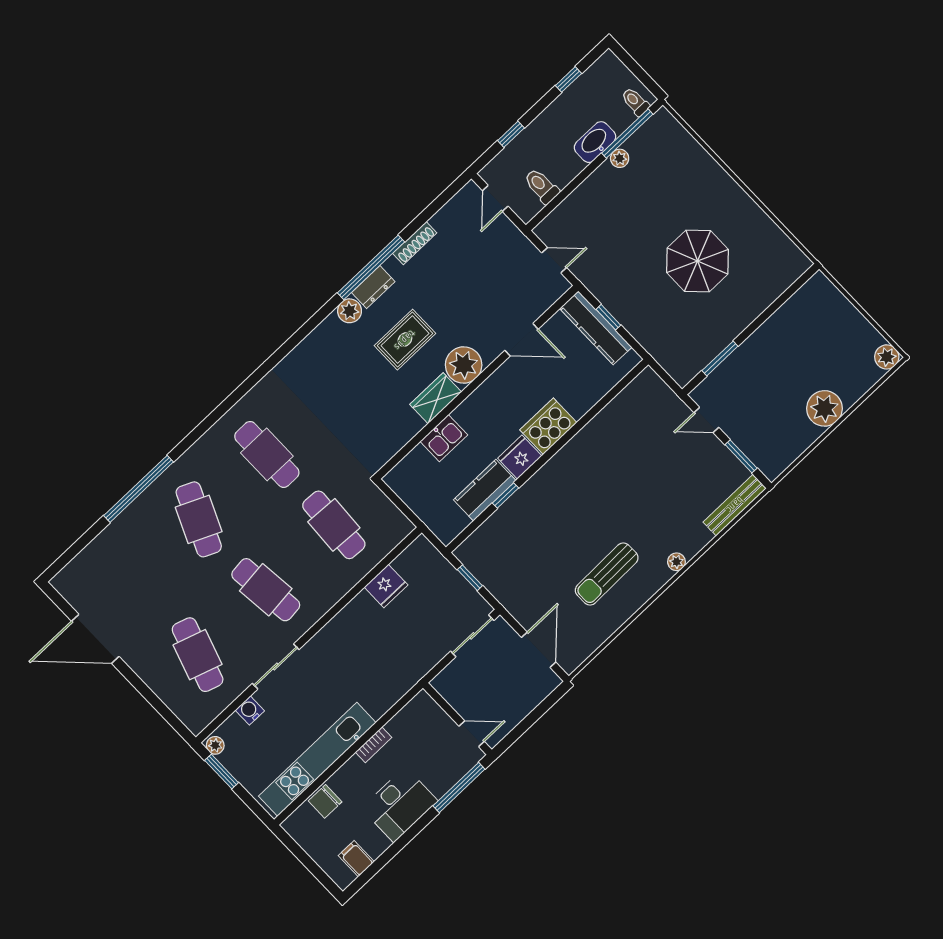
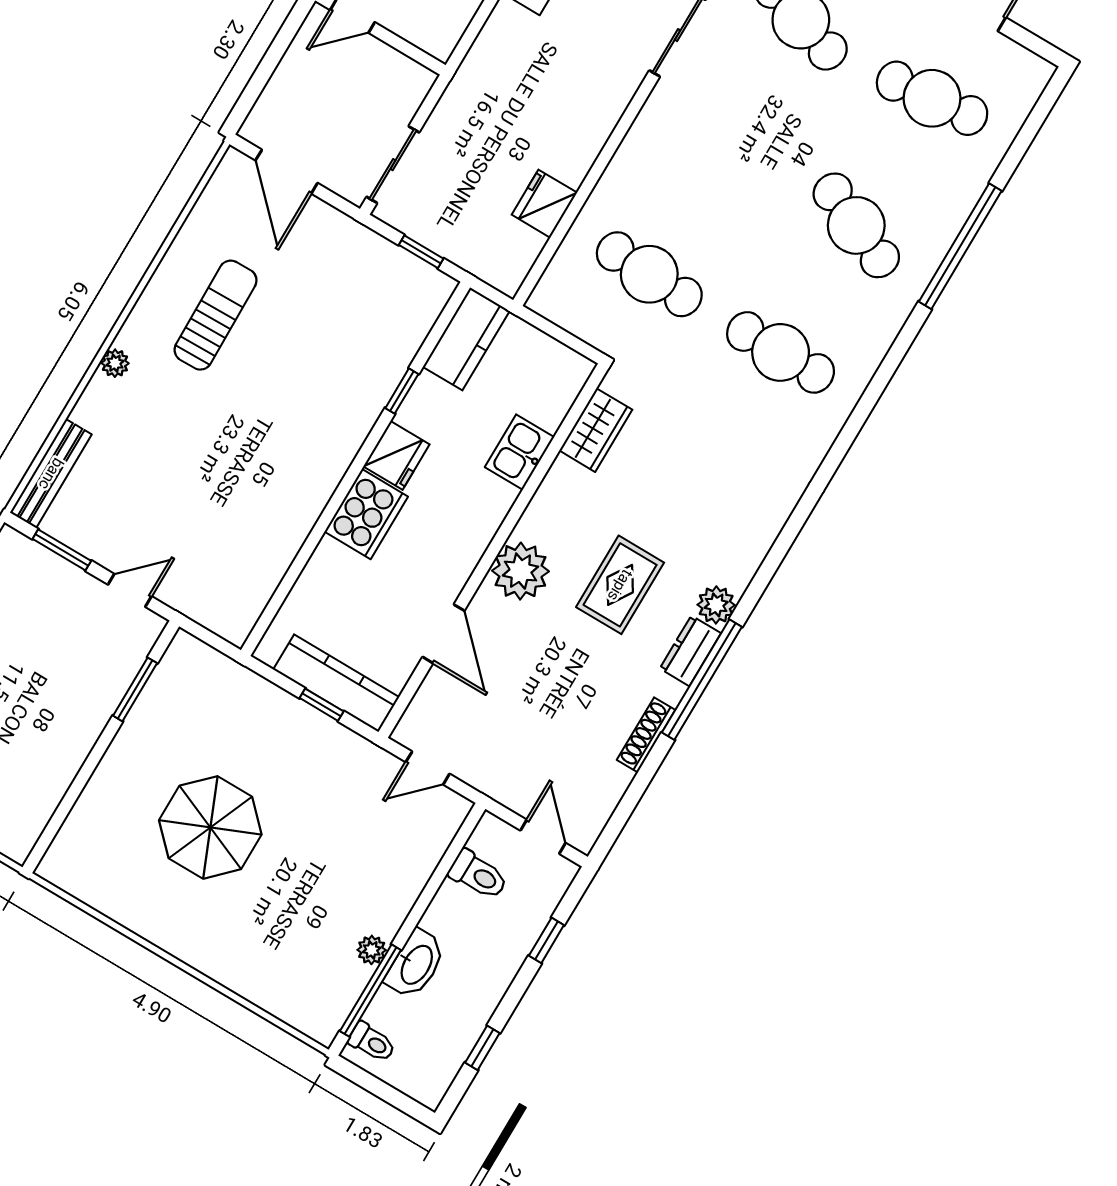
door: (522, 340) -> (443, 634), swing flipped
wardrobe: (436, 398) -> (596, 430), moved
kitchen counter: (485, 490) -> (466, 339), moved
cafe table: (266, 590) -> (932, 98), moved

